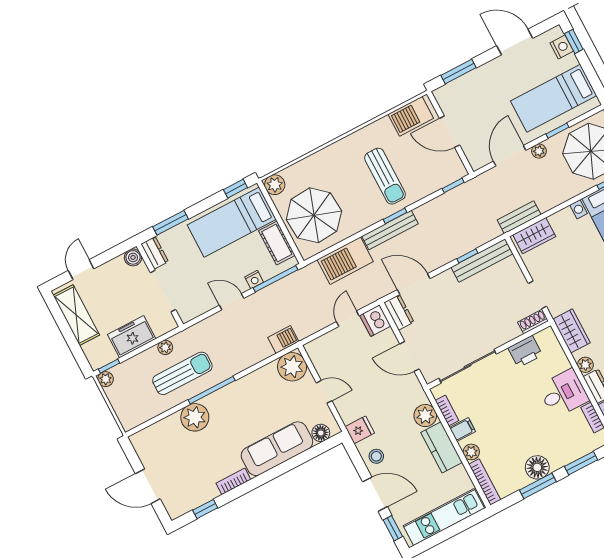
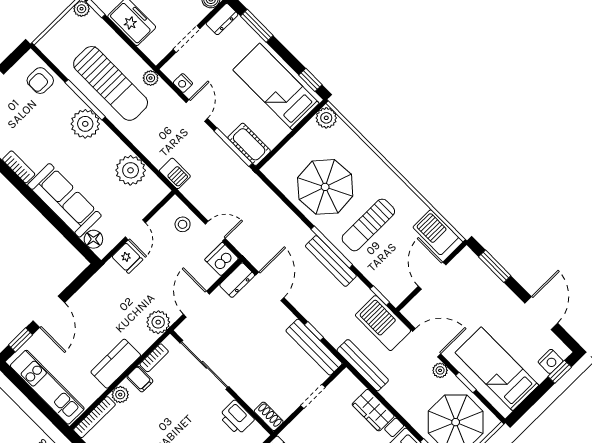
parasol: (314, 215) -> (325, 187), moved
window: (395, 216) -> (332, 247), width x2.17
bench: (519, 217) -> (363, 365), width x1.36
bench: (390, 230) -> (331, 261), moved
wardrobe: (534, 236) -> (373, 410), moved
cot: (277, 243) -> (249, 144), moved, turned 90
barbecue: (345, 261) -> (383, 323), moved
nightstand: (254, 280) -> (183, 83), moved
doorway: (163, 291) -> (186, 39), width x0.73
doorway: (537, 295) -> (313, 396), moved
plant: (165, 347) -> (151, 78), moved
plant: (292, 367) -> (131, 170), moved
sun lounger: (182, 373) -> (111, 83), width x1.36, depth x1.34
window: (212, 390) -> (85, 100), moved
plant: (425, 416) -> (158, 322), moved
plant: (195, 417) -> (85, 124), moved
fridge: (360, 430) -> (127, 258), moved
armchair: (160, 437) -> (40, 81), added
stool: (376, 456) -> (183, 224), moved

